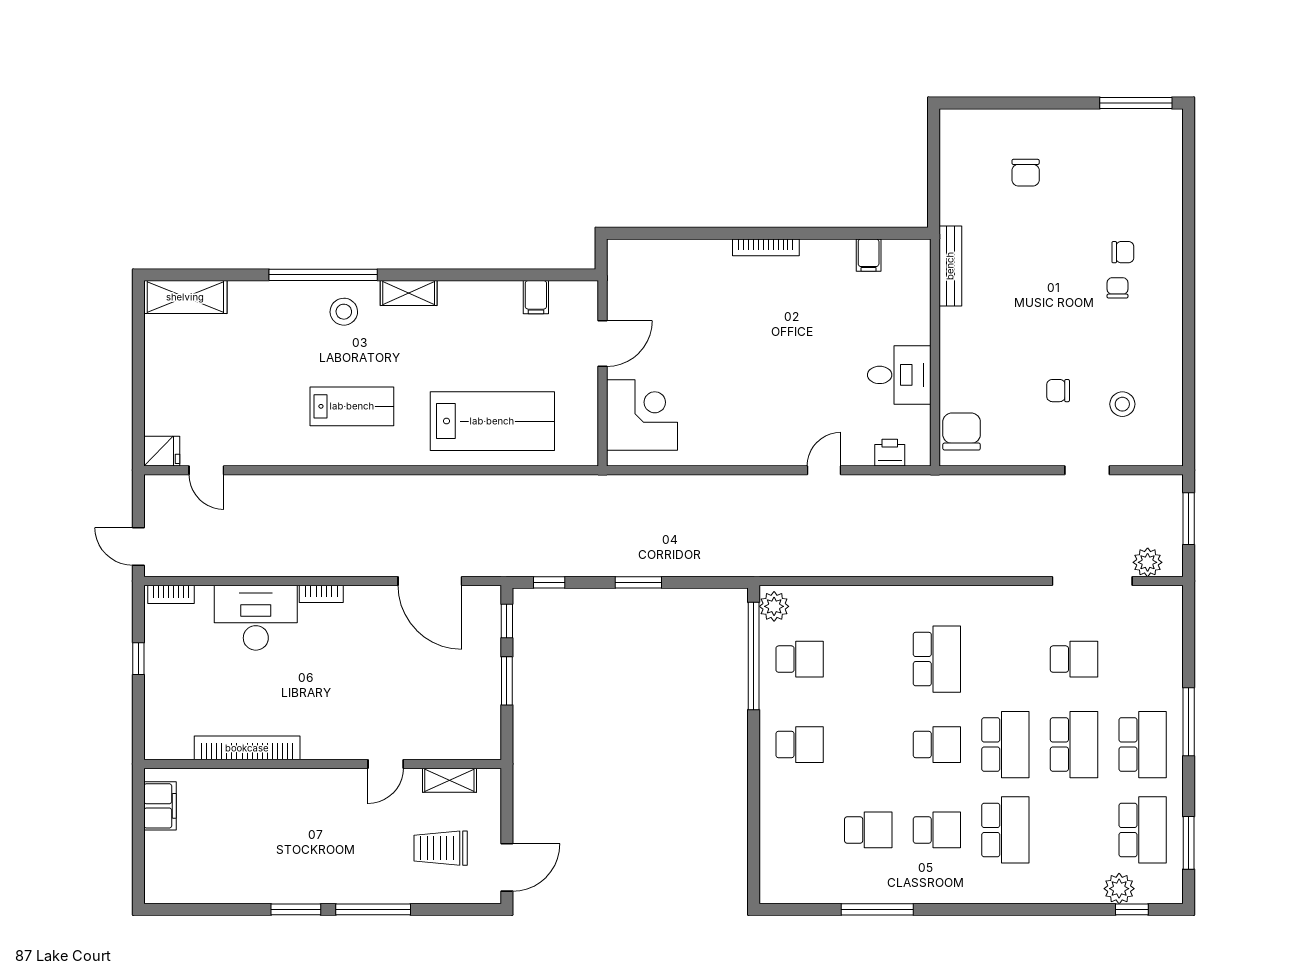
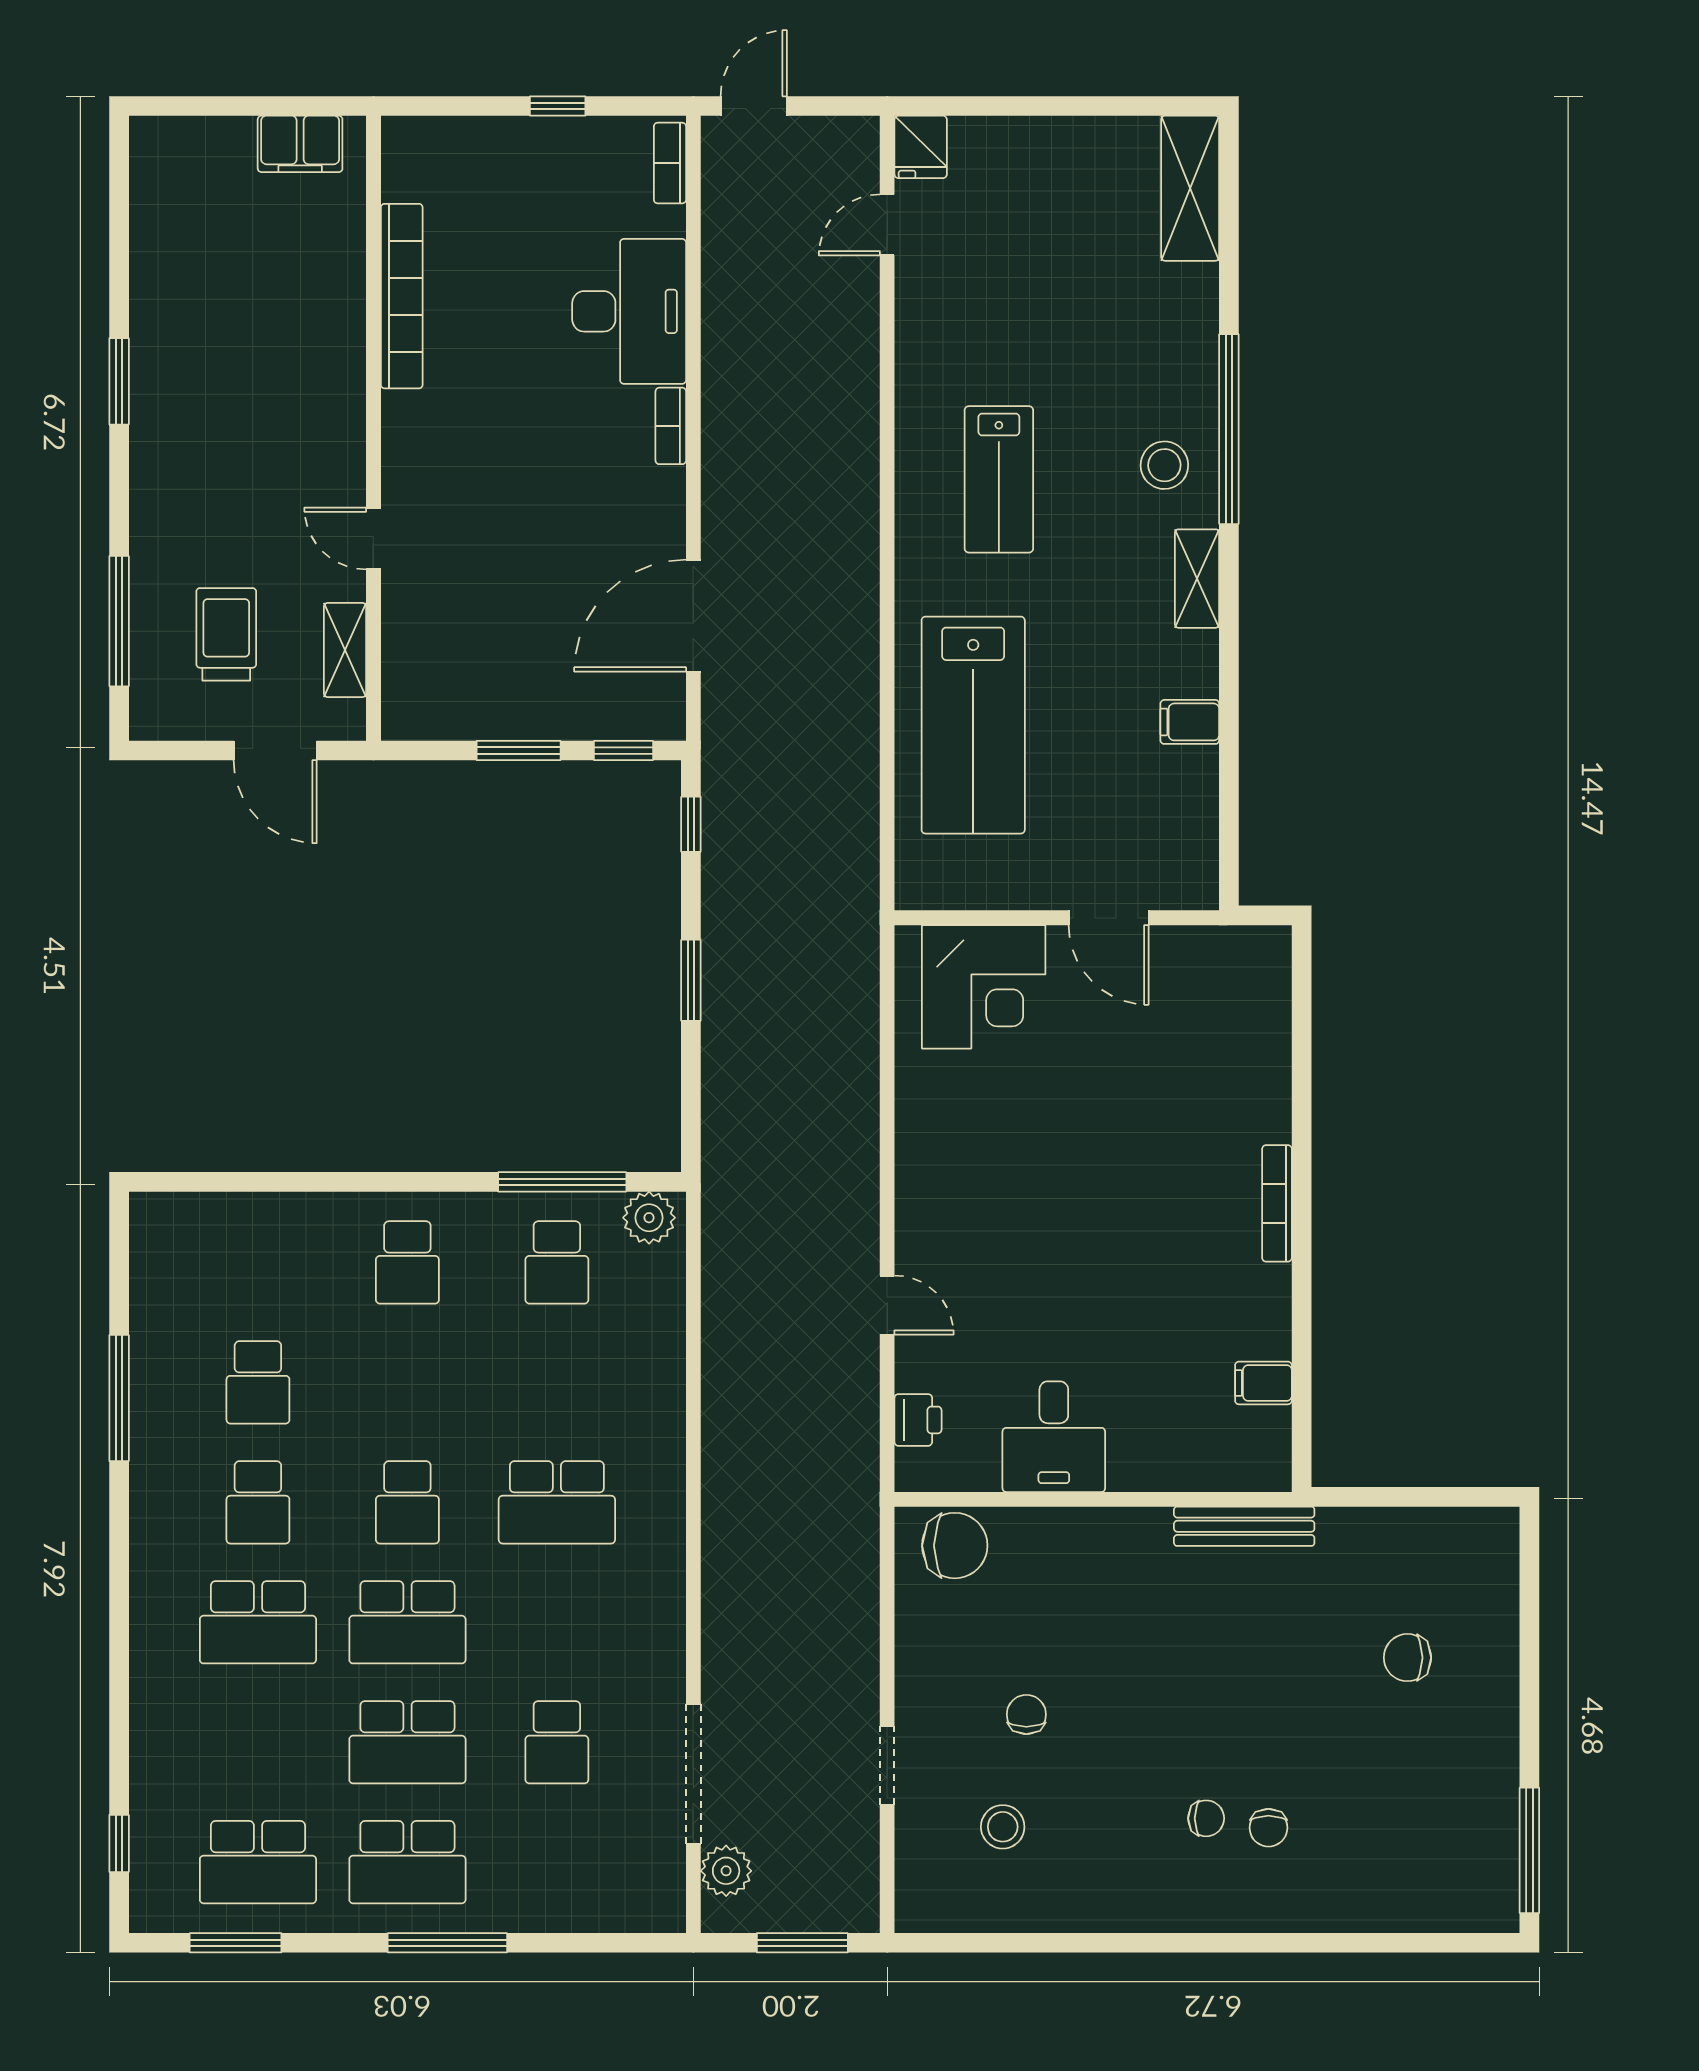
filing cabinet: (536, 297) -> (1190, 722), moved
window: (754, 656) -> (562, 1182), width x0.68
door: (507, 867) -> (275, 751), moved
plant: (1119, 889) -> (156, 1821), removed
window: (373, 909) -> (119, 621), moved

